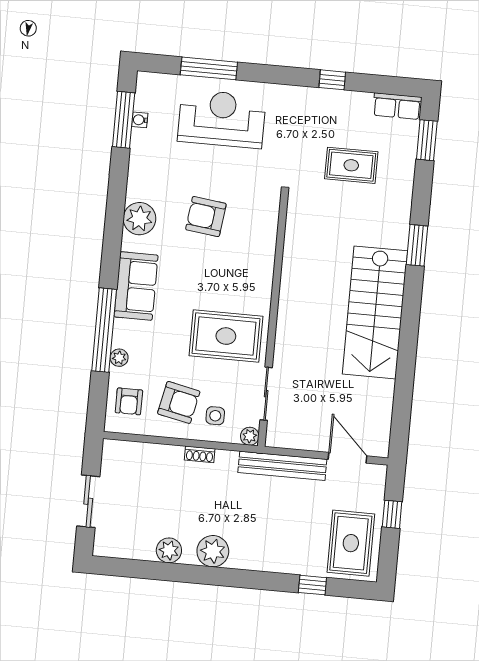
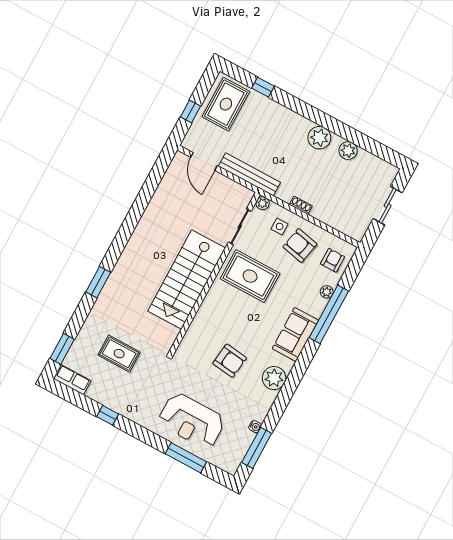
water cooler: (140, 120) -> (255, 427), moved
stairs: (375, 312) -> (187, 279), moved, turned 180

